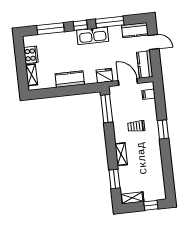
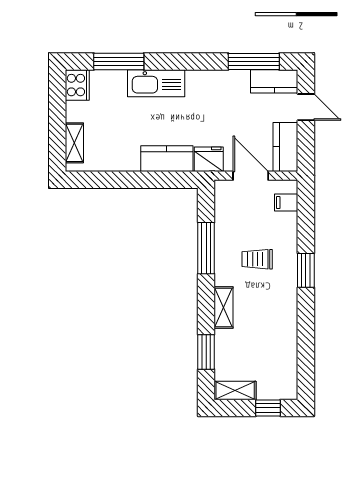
window: (110, 22) -> (254, 61), moved
window: (80, 25) -> (175, 61), removed
kitchen sink: (93, 36) -> (156, 83), moved
cooker: (31, 55) -> (77, 85), moved
kitchen counter: (70, 79) -> (167, 159), moved
window: (107, 109) -> (206, 248), moved

